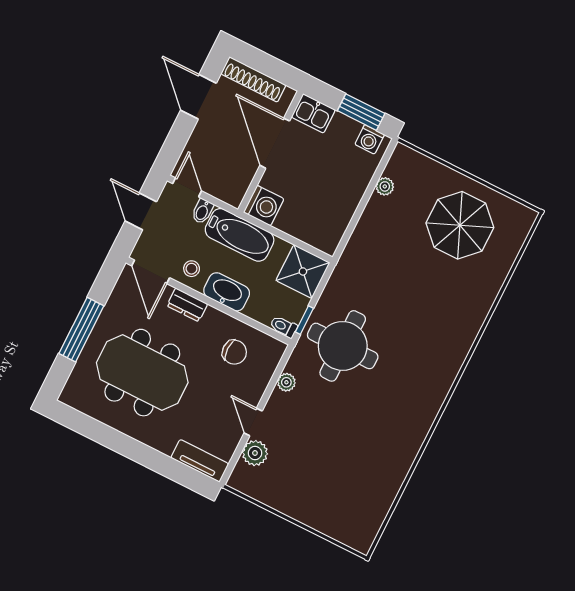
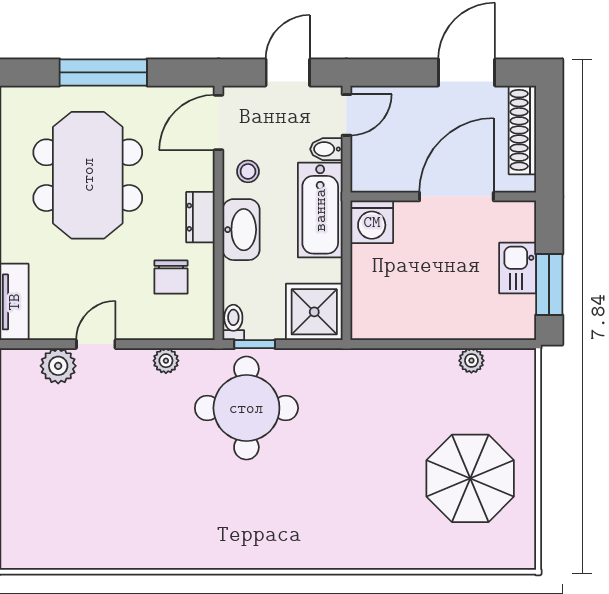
kitchen sink: (313, 113) -> (518, 268), moved
washing machine: (370, 139) -> (520, 312), removed
dresser: (187, 305) -> (200, 217), moved

